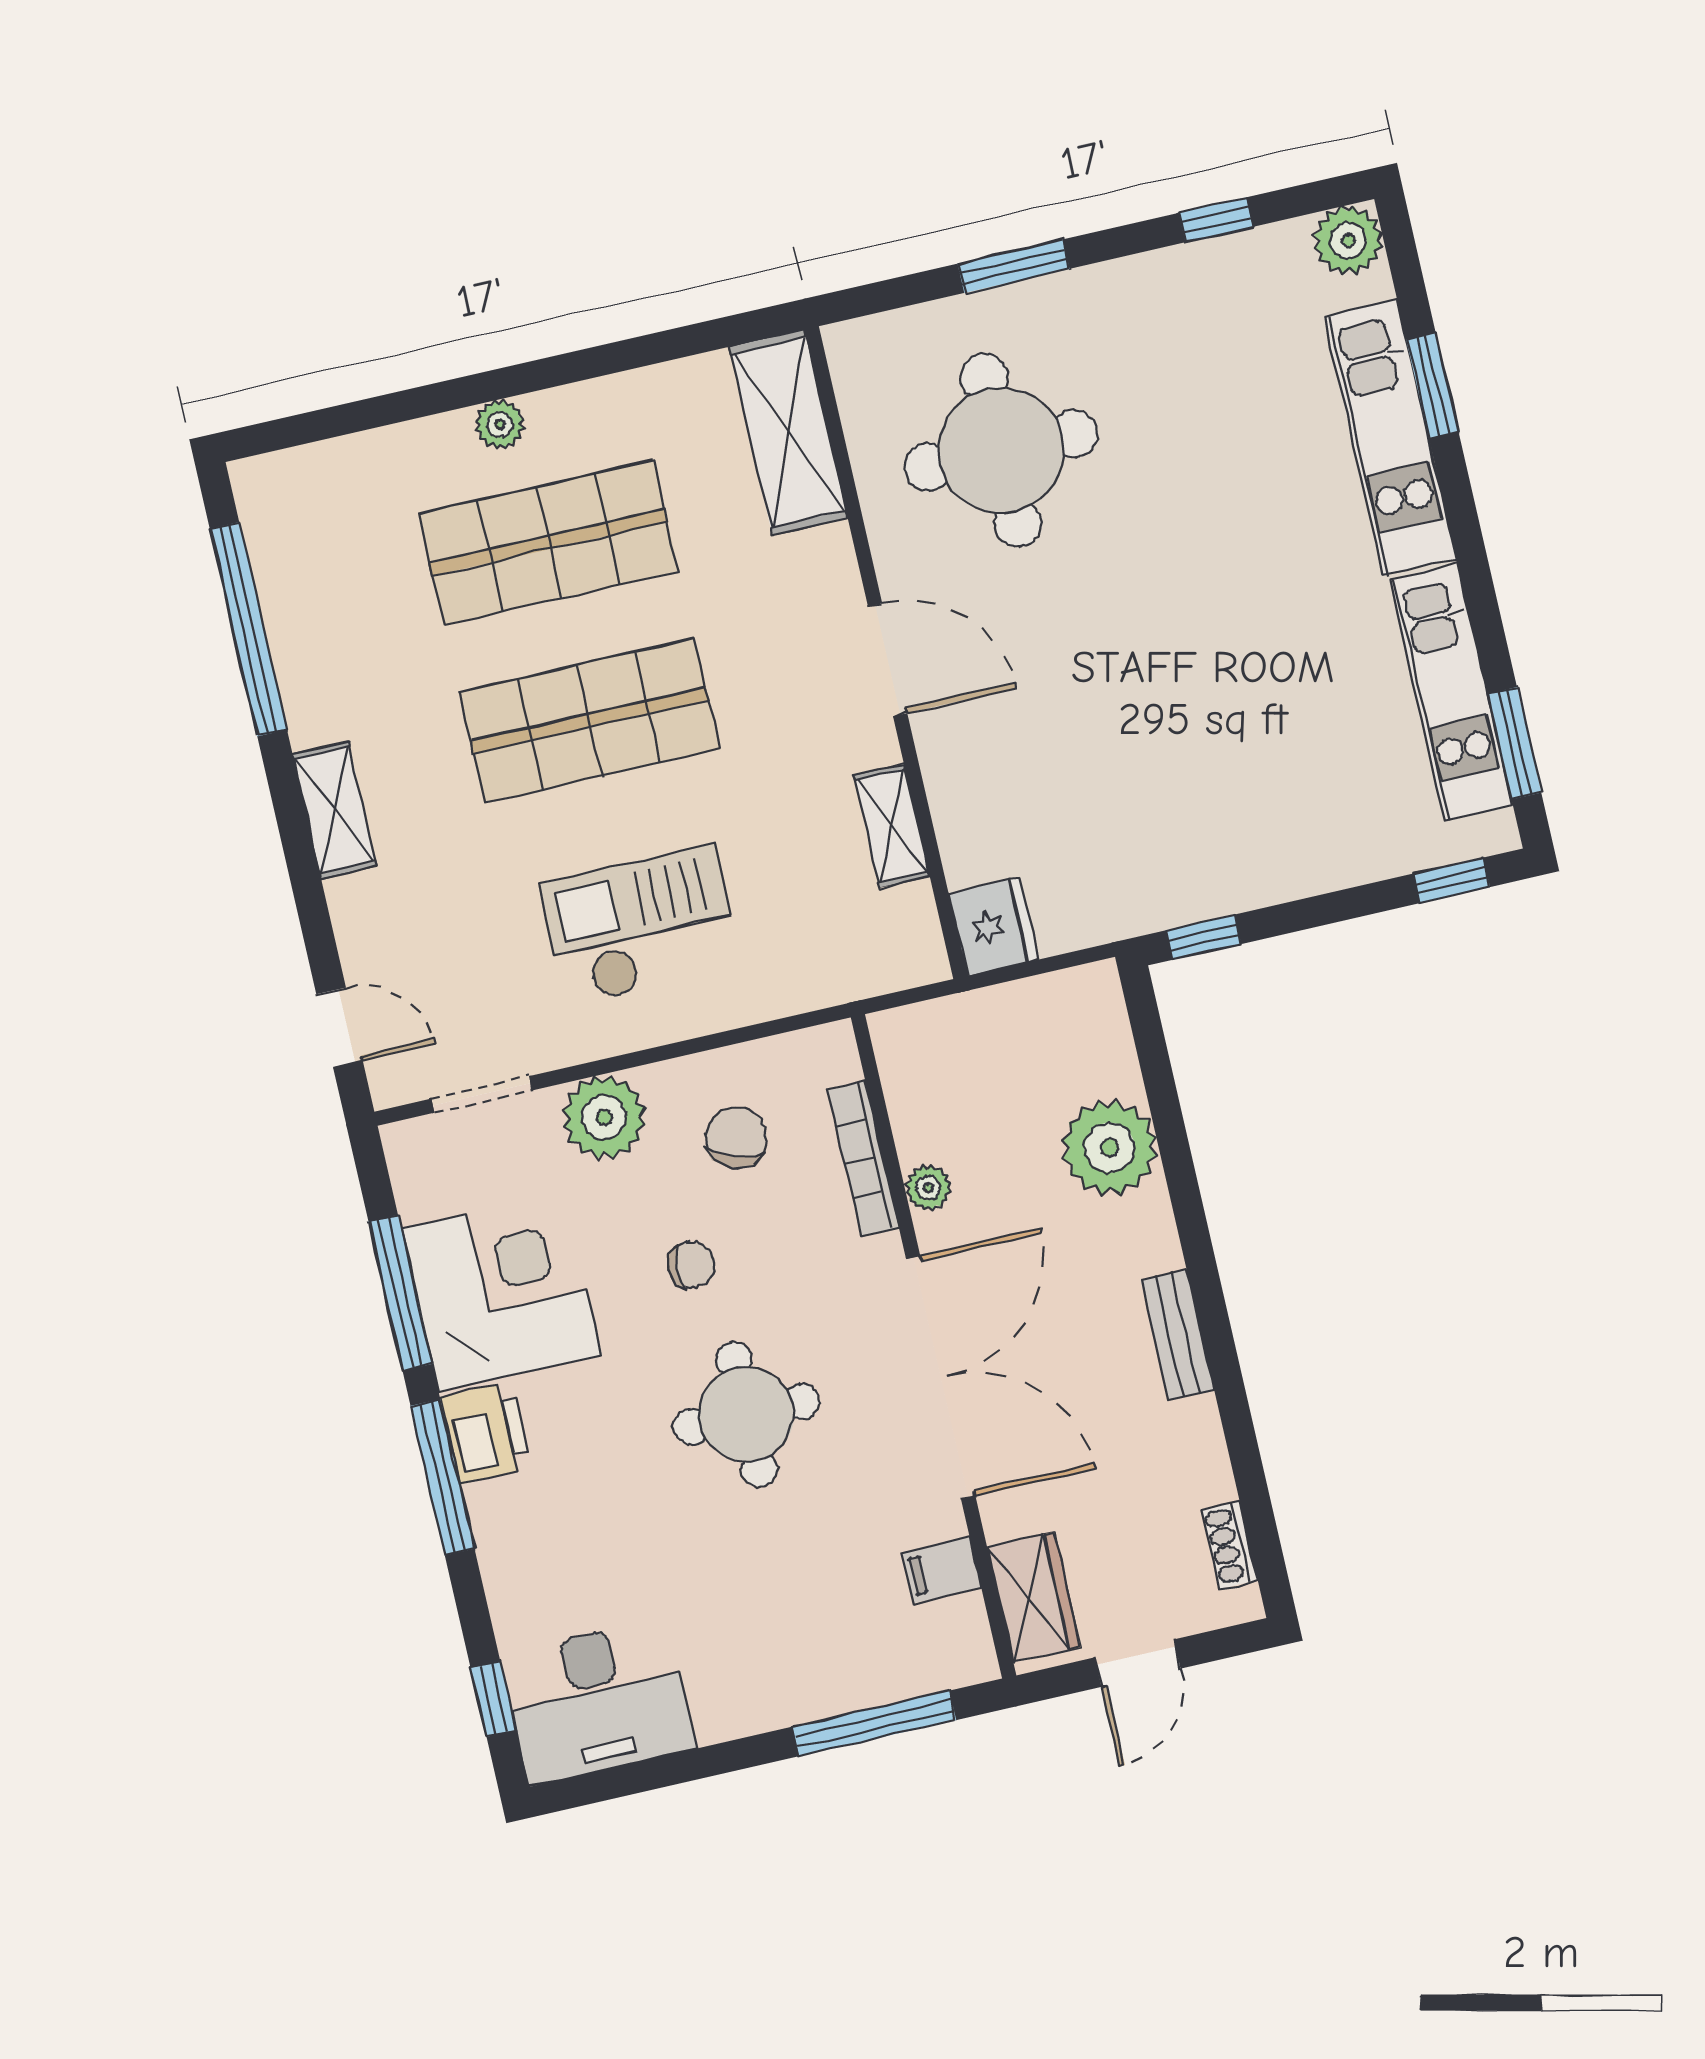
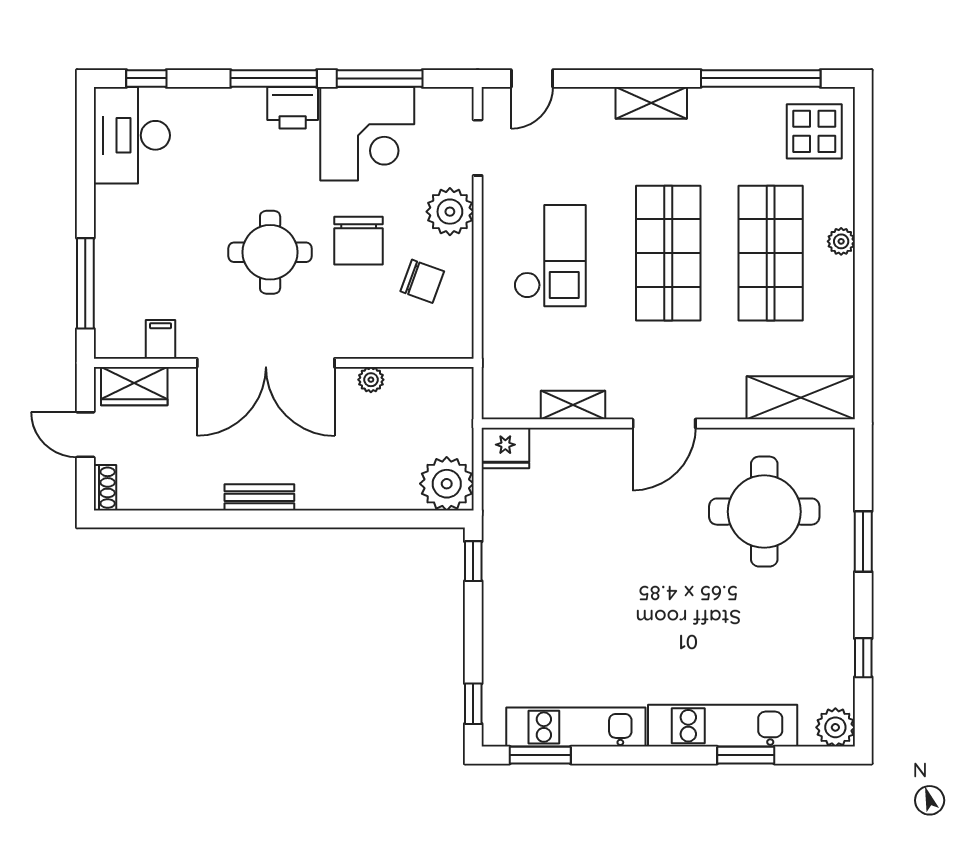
display table: (319, 515) -> (814, 131), added
plant: (1110, 1148) -> (447, 484), moved
bookcase: (863, 1158) -> (395, 348), removed
chair: (691, 1265) -> (359, 241), width x1.87, depth x1.87
shoe rack: (1229, 1545) -> (105, 488), moved, turned 90

